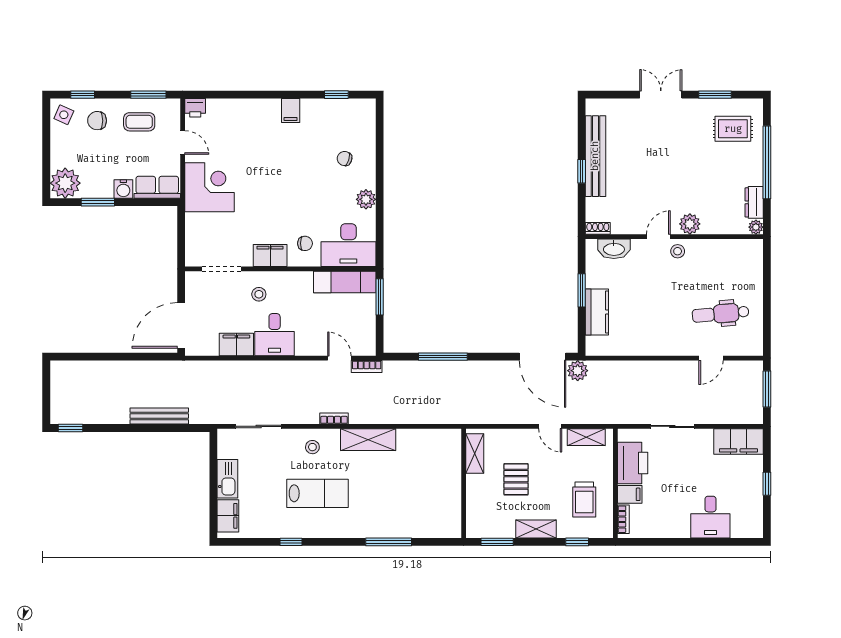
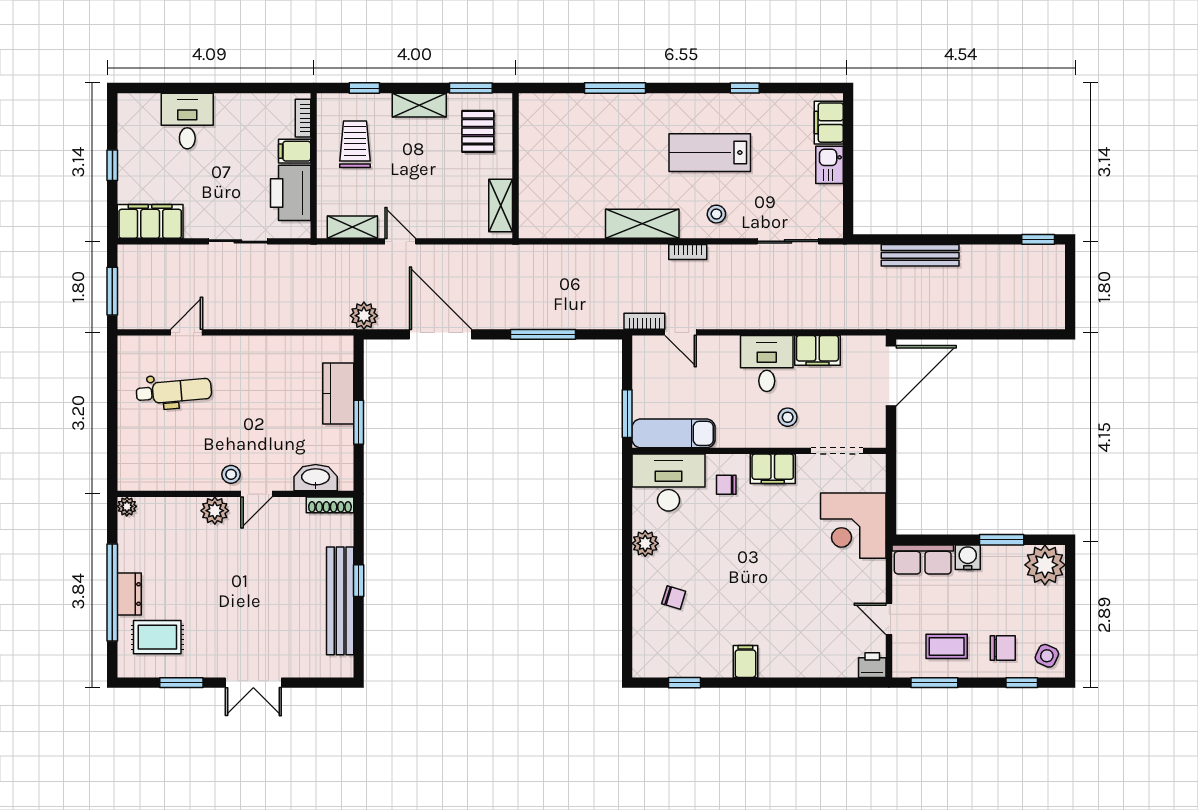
corner desk: (209, 187) -> (853, 526), moved
dresser: (754, 202) -> (129, 594), moved
shoe rack: (598, 228) -> (330, 505), width x1.43
door: (543, 357) -> (440, 334), moved
kitchen sink: (227, 479) -> (829, 165), width x0.73
pallet: (516, 479) -> (478, 131), moved

